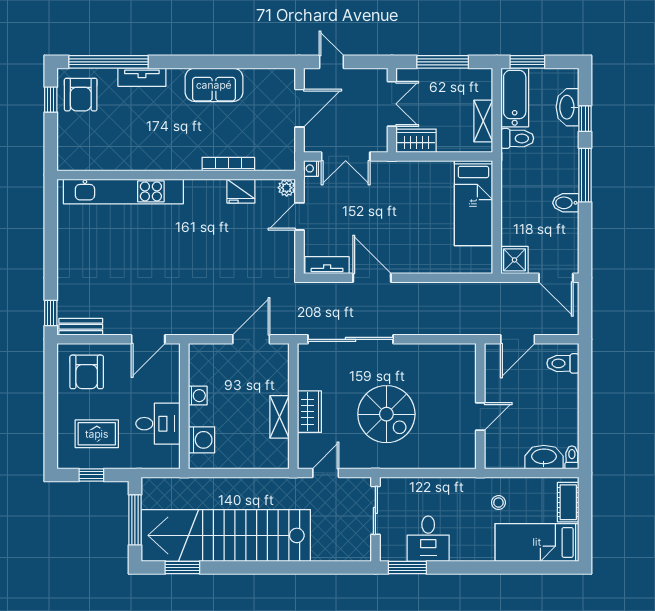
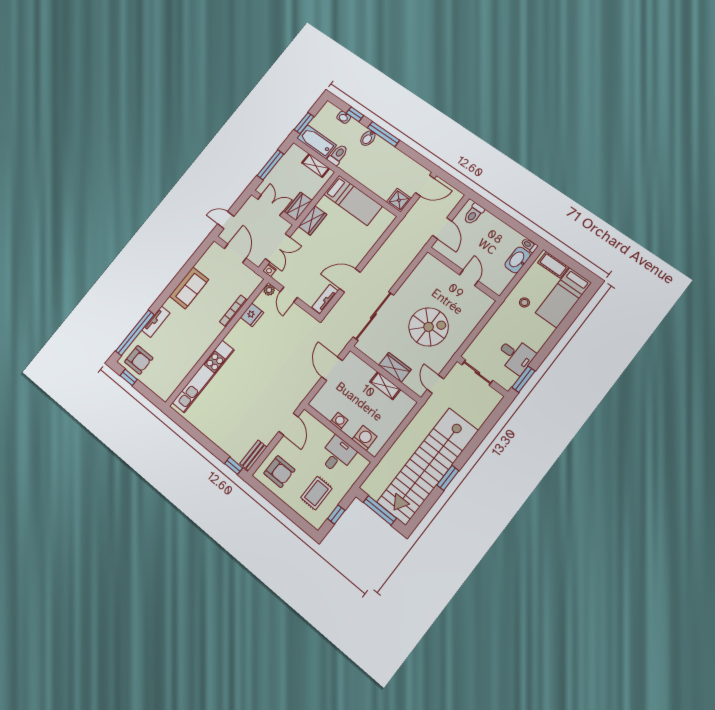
washbasin: (568, 107) -> (344, 117), width x0.52, depth x0.69
wardrobe: (412, 172) -> (312, 220), added
bidet: (566, 203) -> (368, 138), moved
window: (182, 567) -> (448, 478), moved

